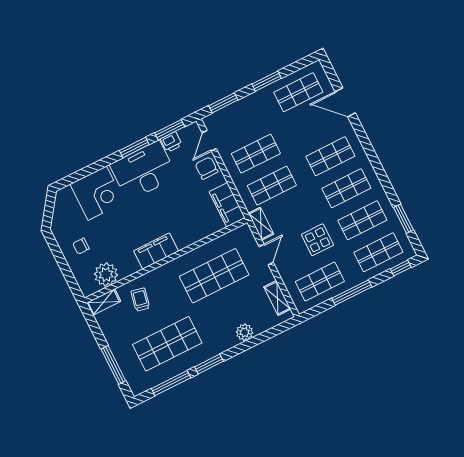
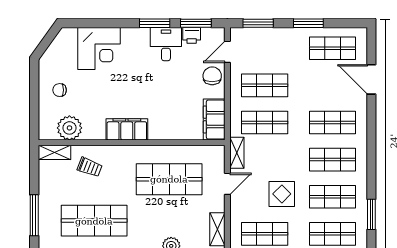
desk: (143, 171) -> (166, 44), width x0.53, depth x0.77
trolley: (140, 300) -> (90, 167), turned 99

